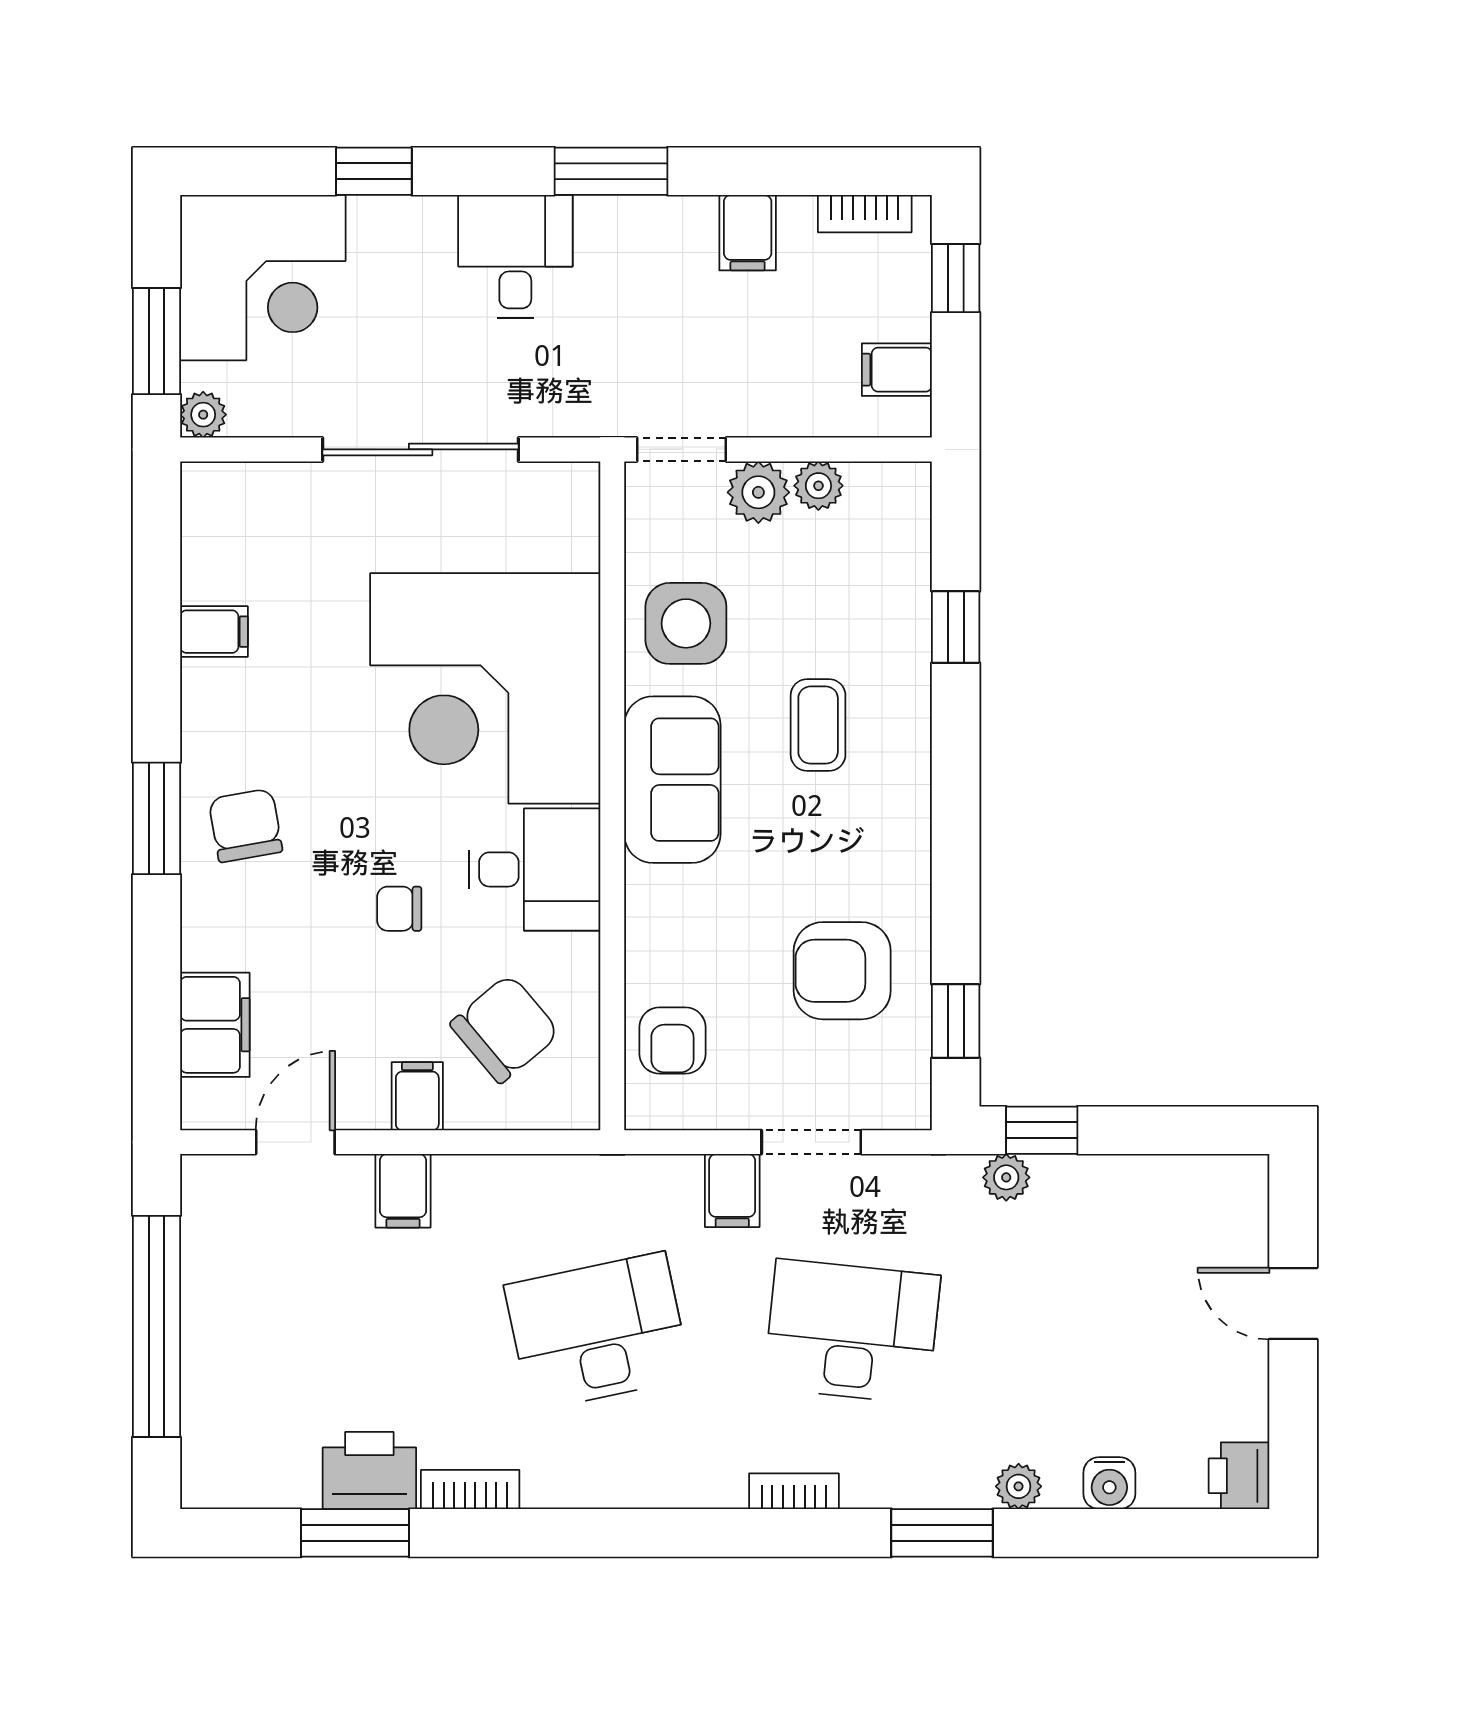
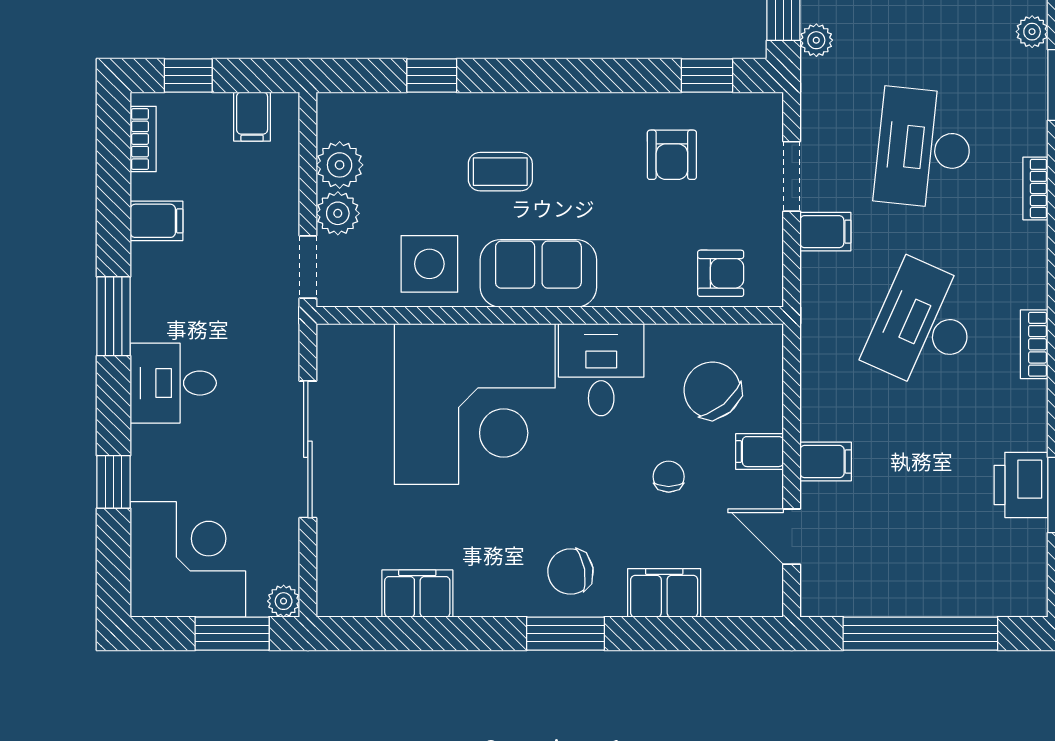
plant: (818, 486) -> (340, 165), width x1.38, depth x1.38
filing cabinet: (214, 632) -> (417, 594), width x2.00
chair: (399, 909) -> (669, 477), moved, turned 180
armchair: (842, 971) -> (672, 155), width x0.72, depth x0.72
filing cabinet: (215, 1025) -> (664, 593), moved
desk: (598, 1332) -> (924, 326), turned 36
bookcase: (470, 1489) -> (1034, 344), moved

